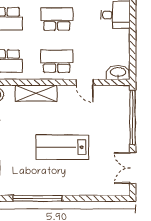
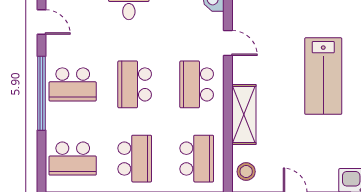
door: (85, 82) -> (228, 43), hinge flipped

